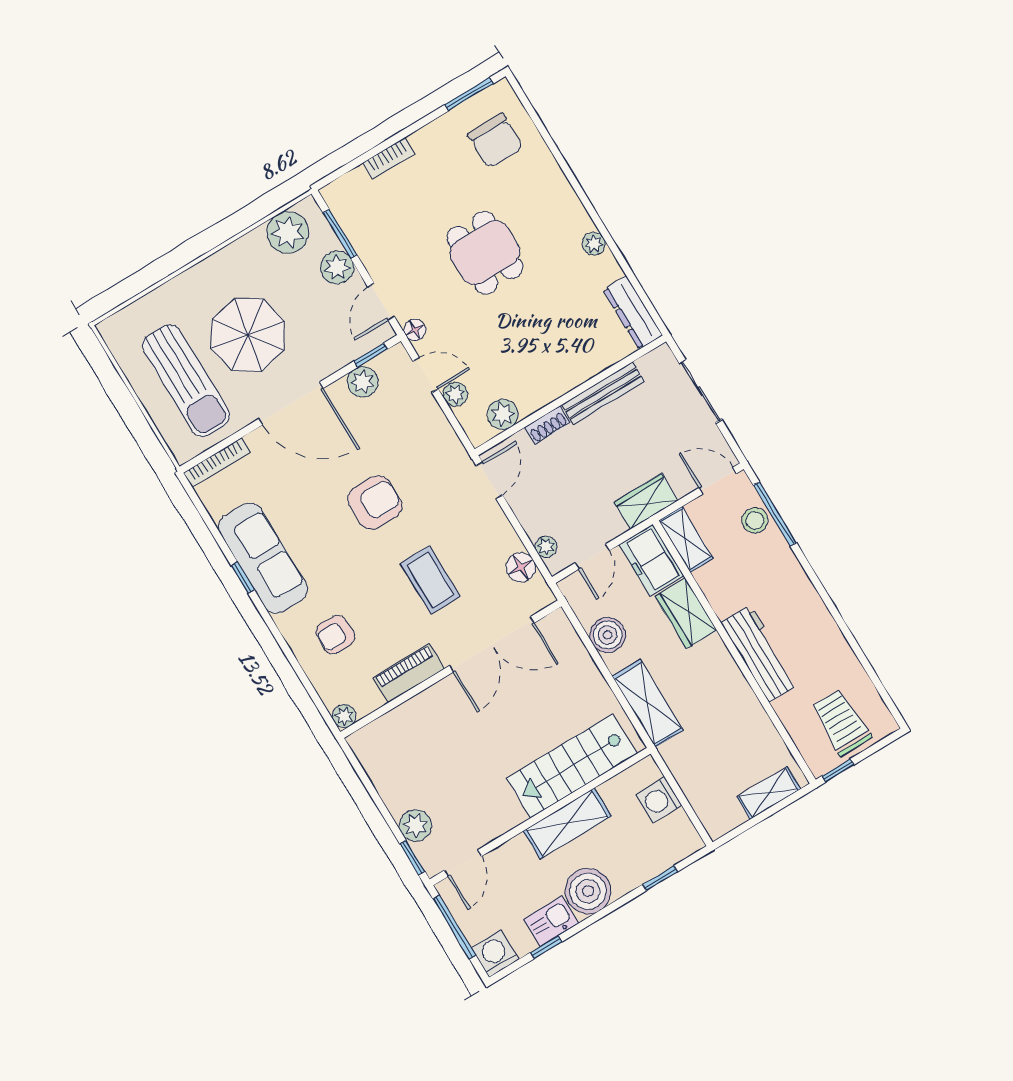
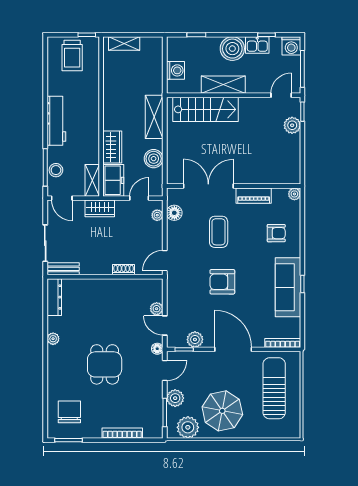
bookcase: (389, 158) -> (122, 433), width x1.56
parasol: (248, 335) -> (222, 411), moved
bench: (603, 393) -> (63, 269), moved, width x0.73
plant: (503, 414) -> (141, 287), removed
workbench: (760, 654) -> (56, 121), moved, turned 180

